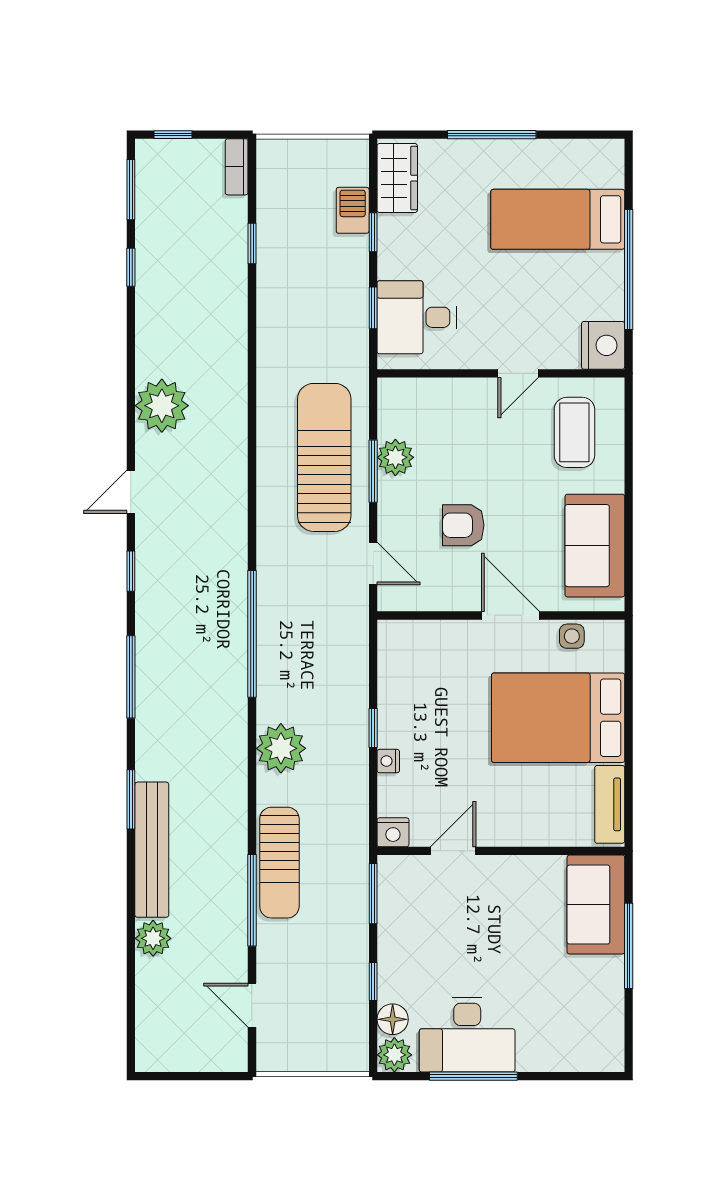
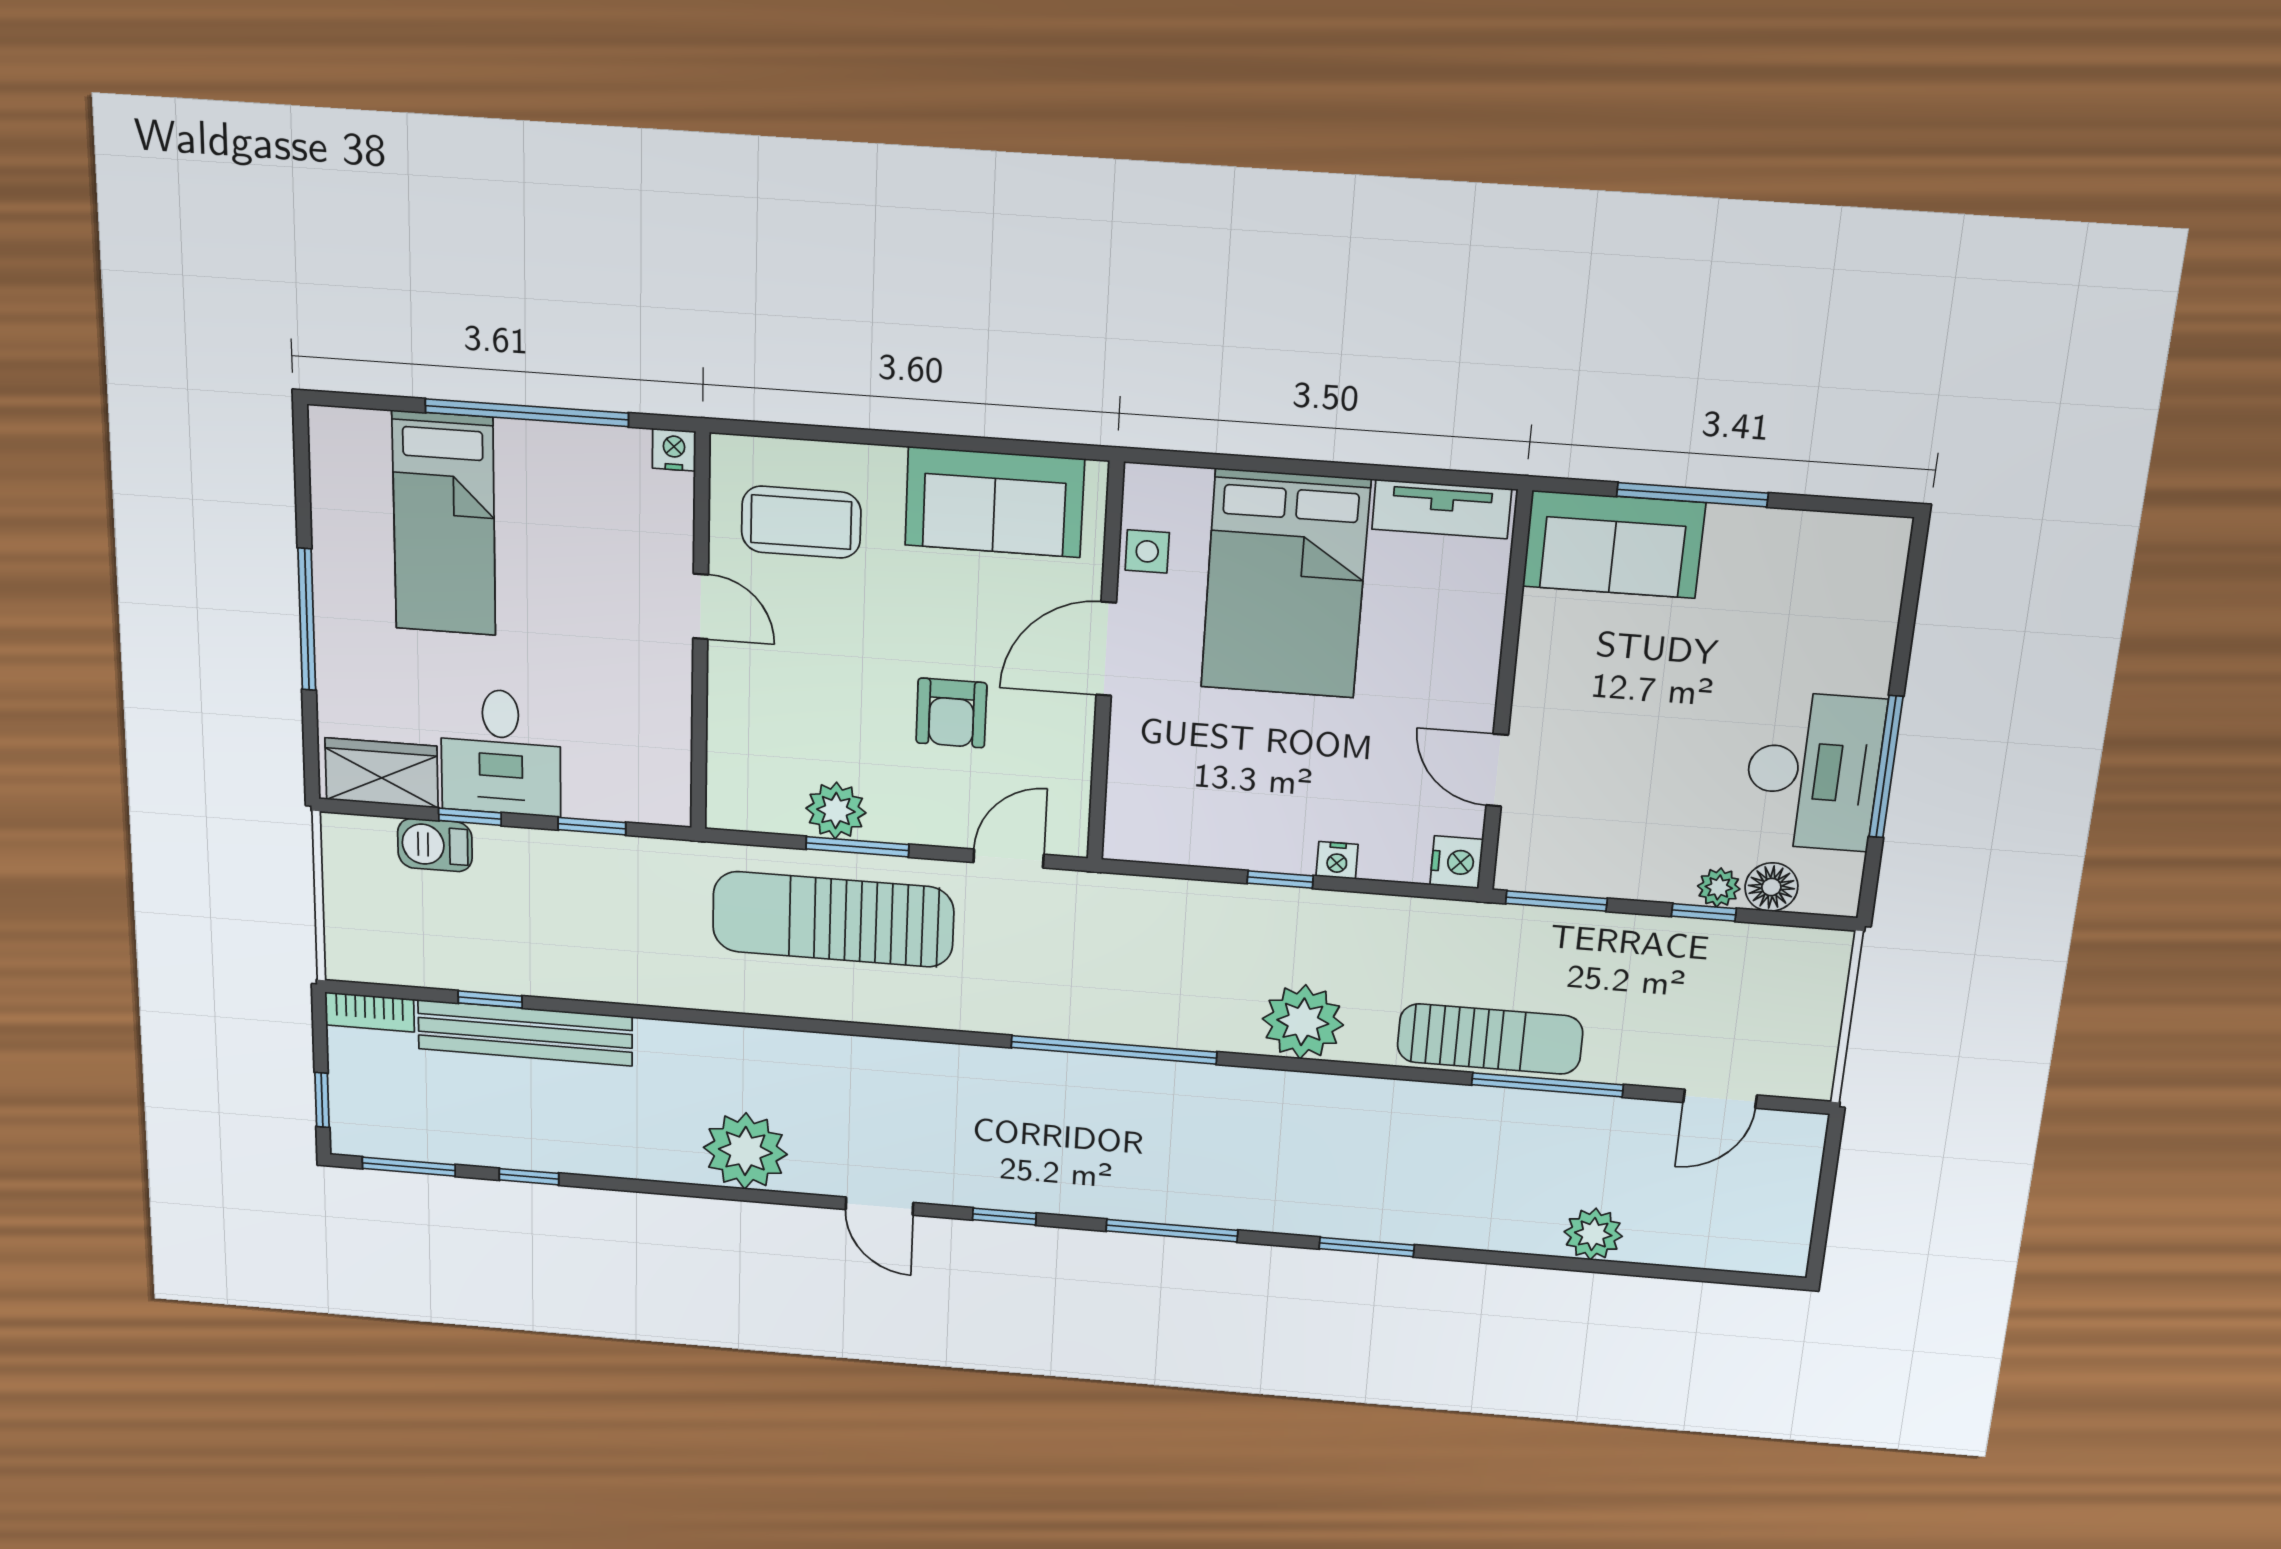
desk: (417, 317) -> (501, 752), moved
nightstand: (603, 345) -> (674, 450), width x0.53, depth x0.56
bench: (152, 850) -> (525, 1033), moved
plant: (394, 1055) -> (1719, 887), moved, width x0.73, depth x0.73

